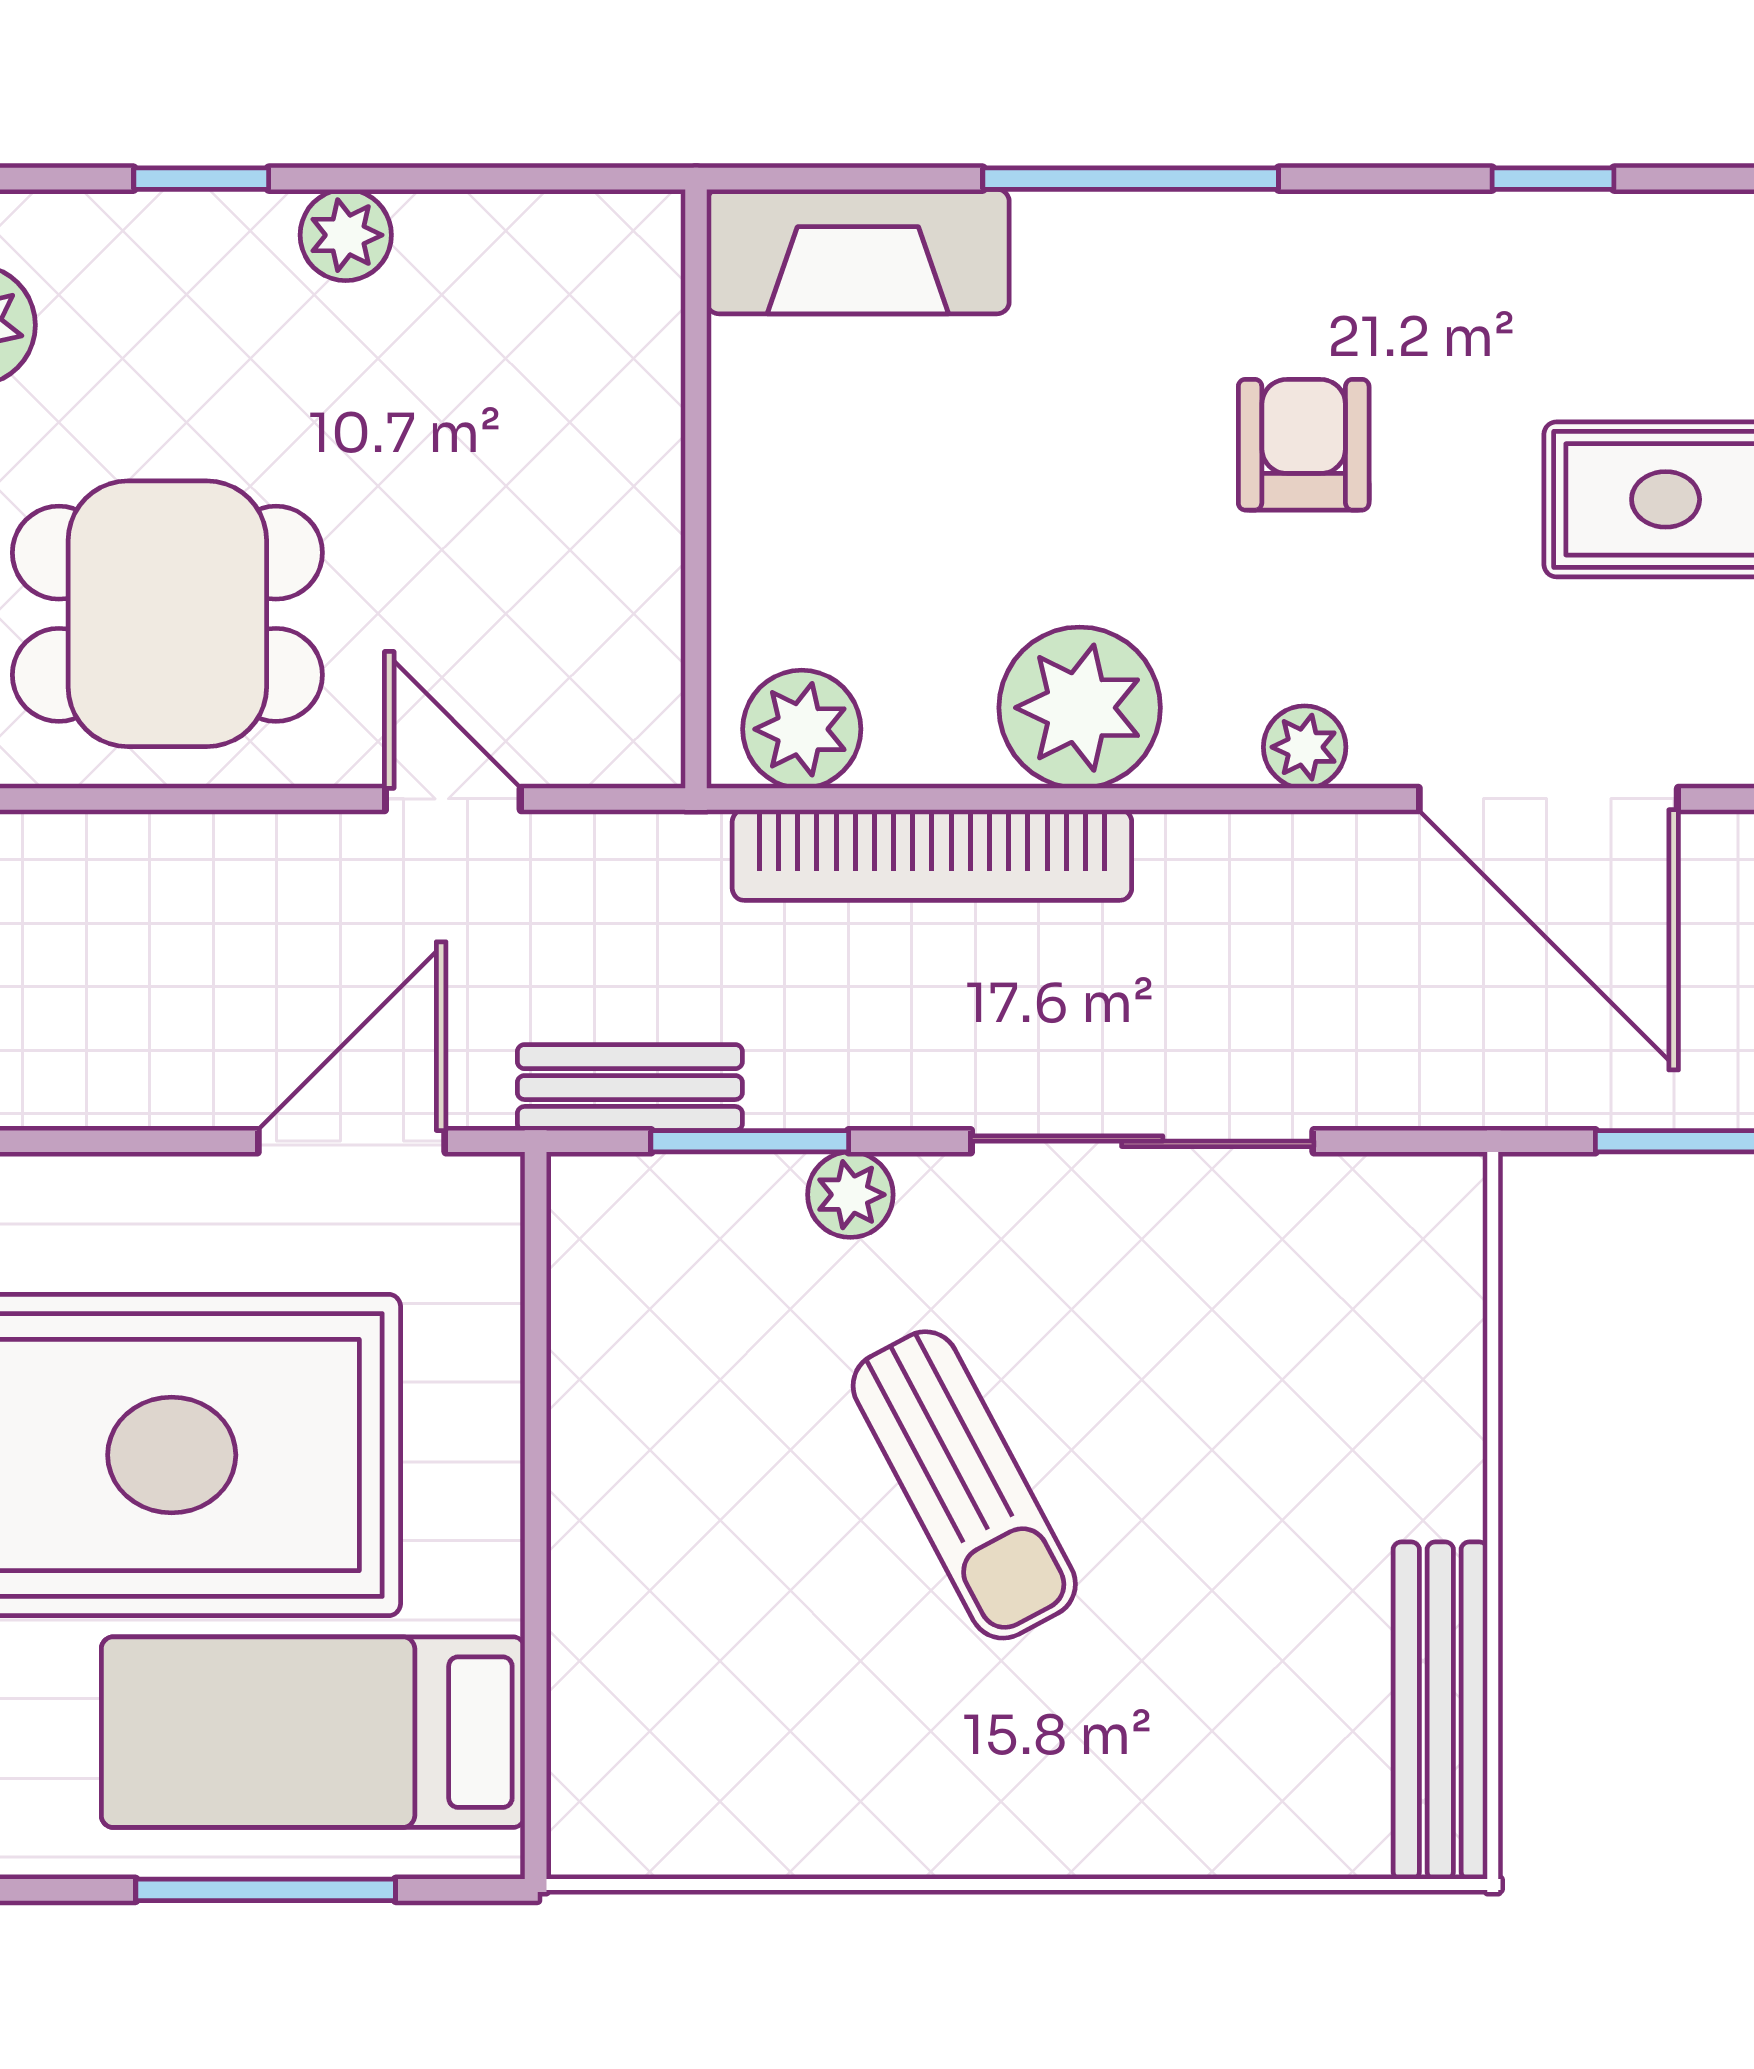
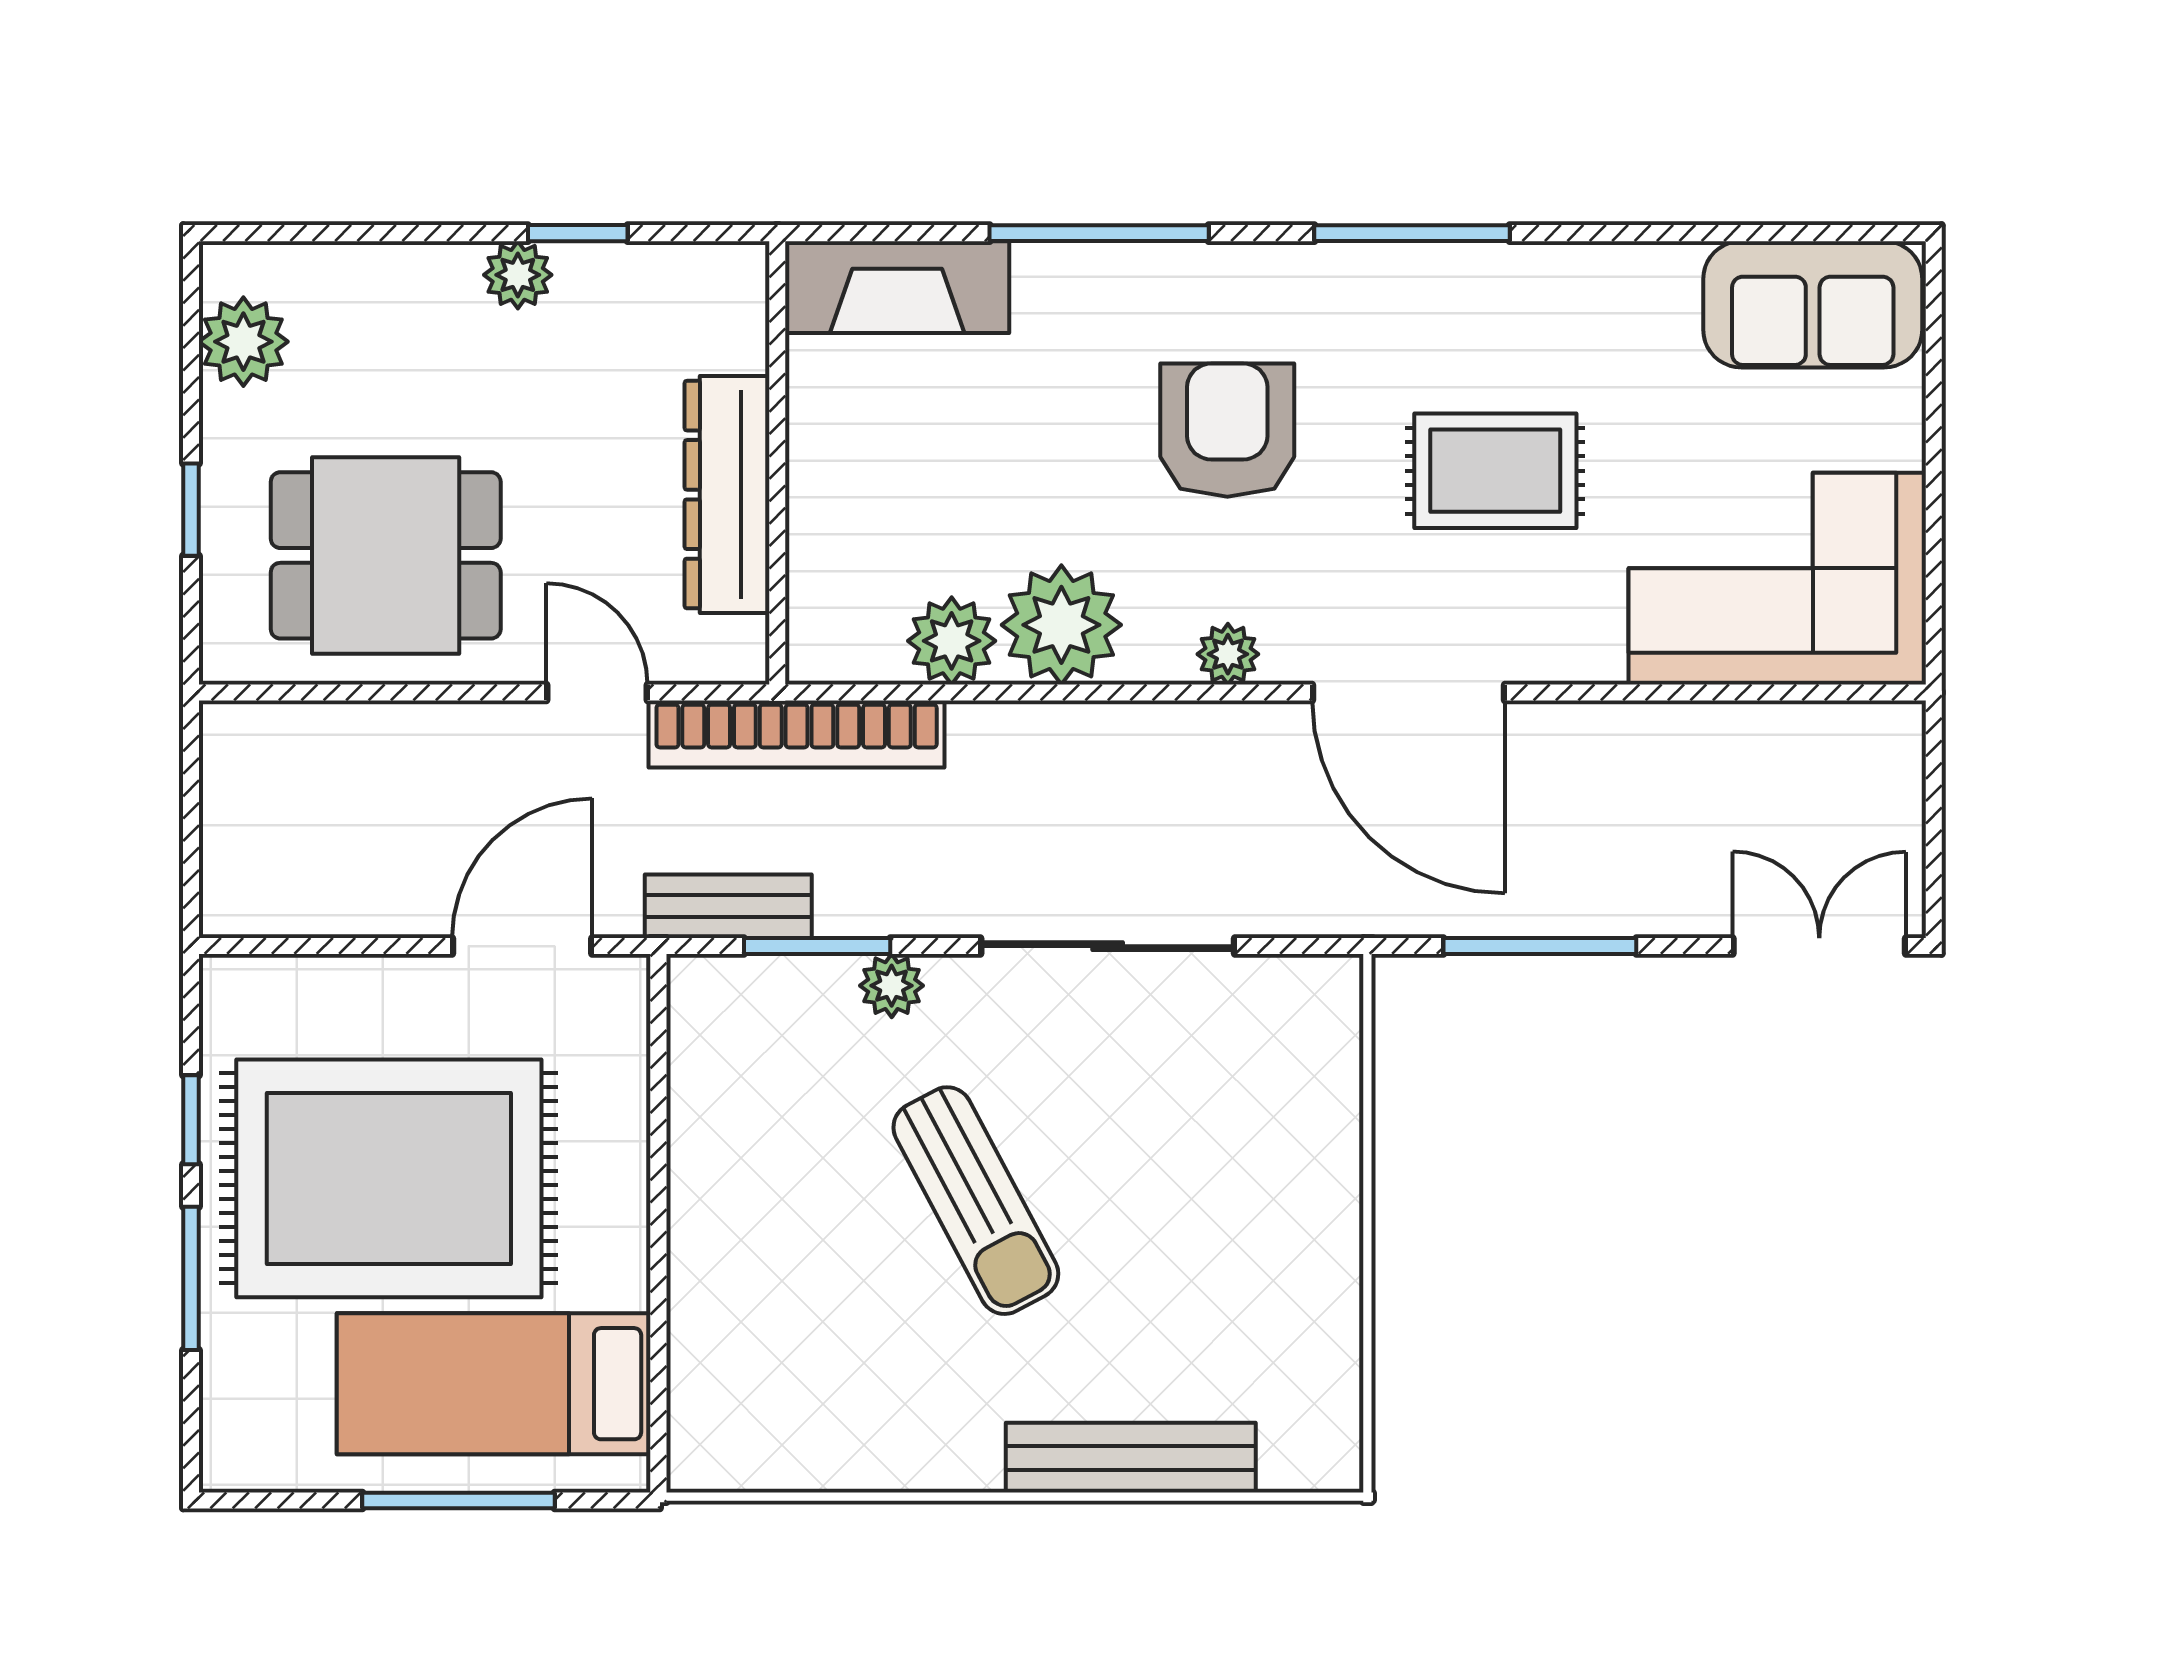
window: (201, 179) -> (578, 233), moved
window: (1553, 179) -> (1412, 233), width x2.17
armchair: (1304, 445) -> (1227, 430), width x1.38, depth x1.38
dresser: (628, 532) -> (727, 495), added
plant: (802, 729) -> (952, 641), moved
bookcase: (932, 855) -> (797, 734), moved
bench: (1440, 1711) -> (1131, 1458), moved, turned 90

